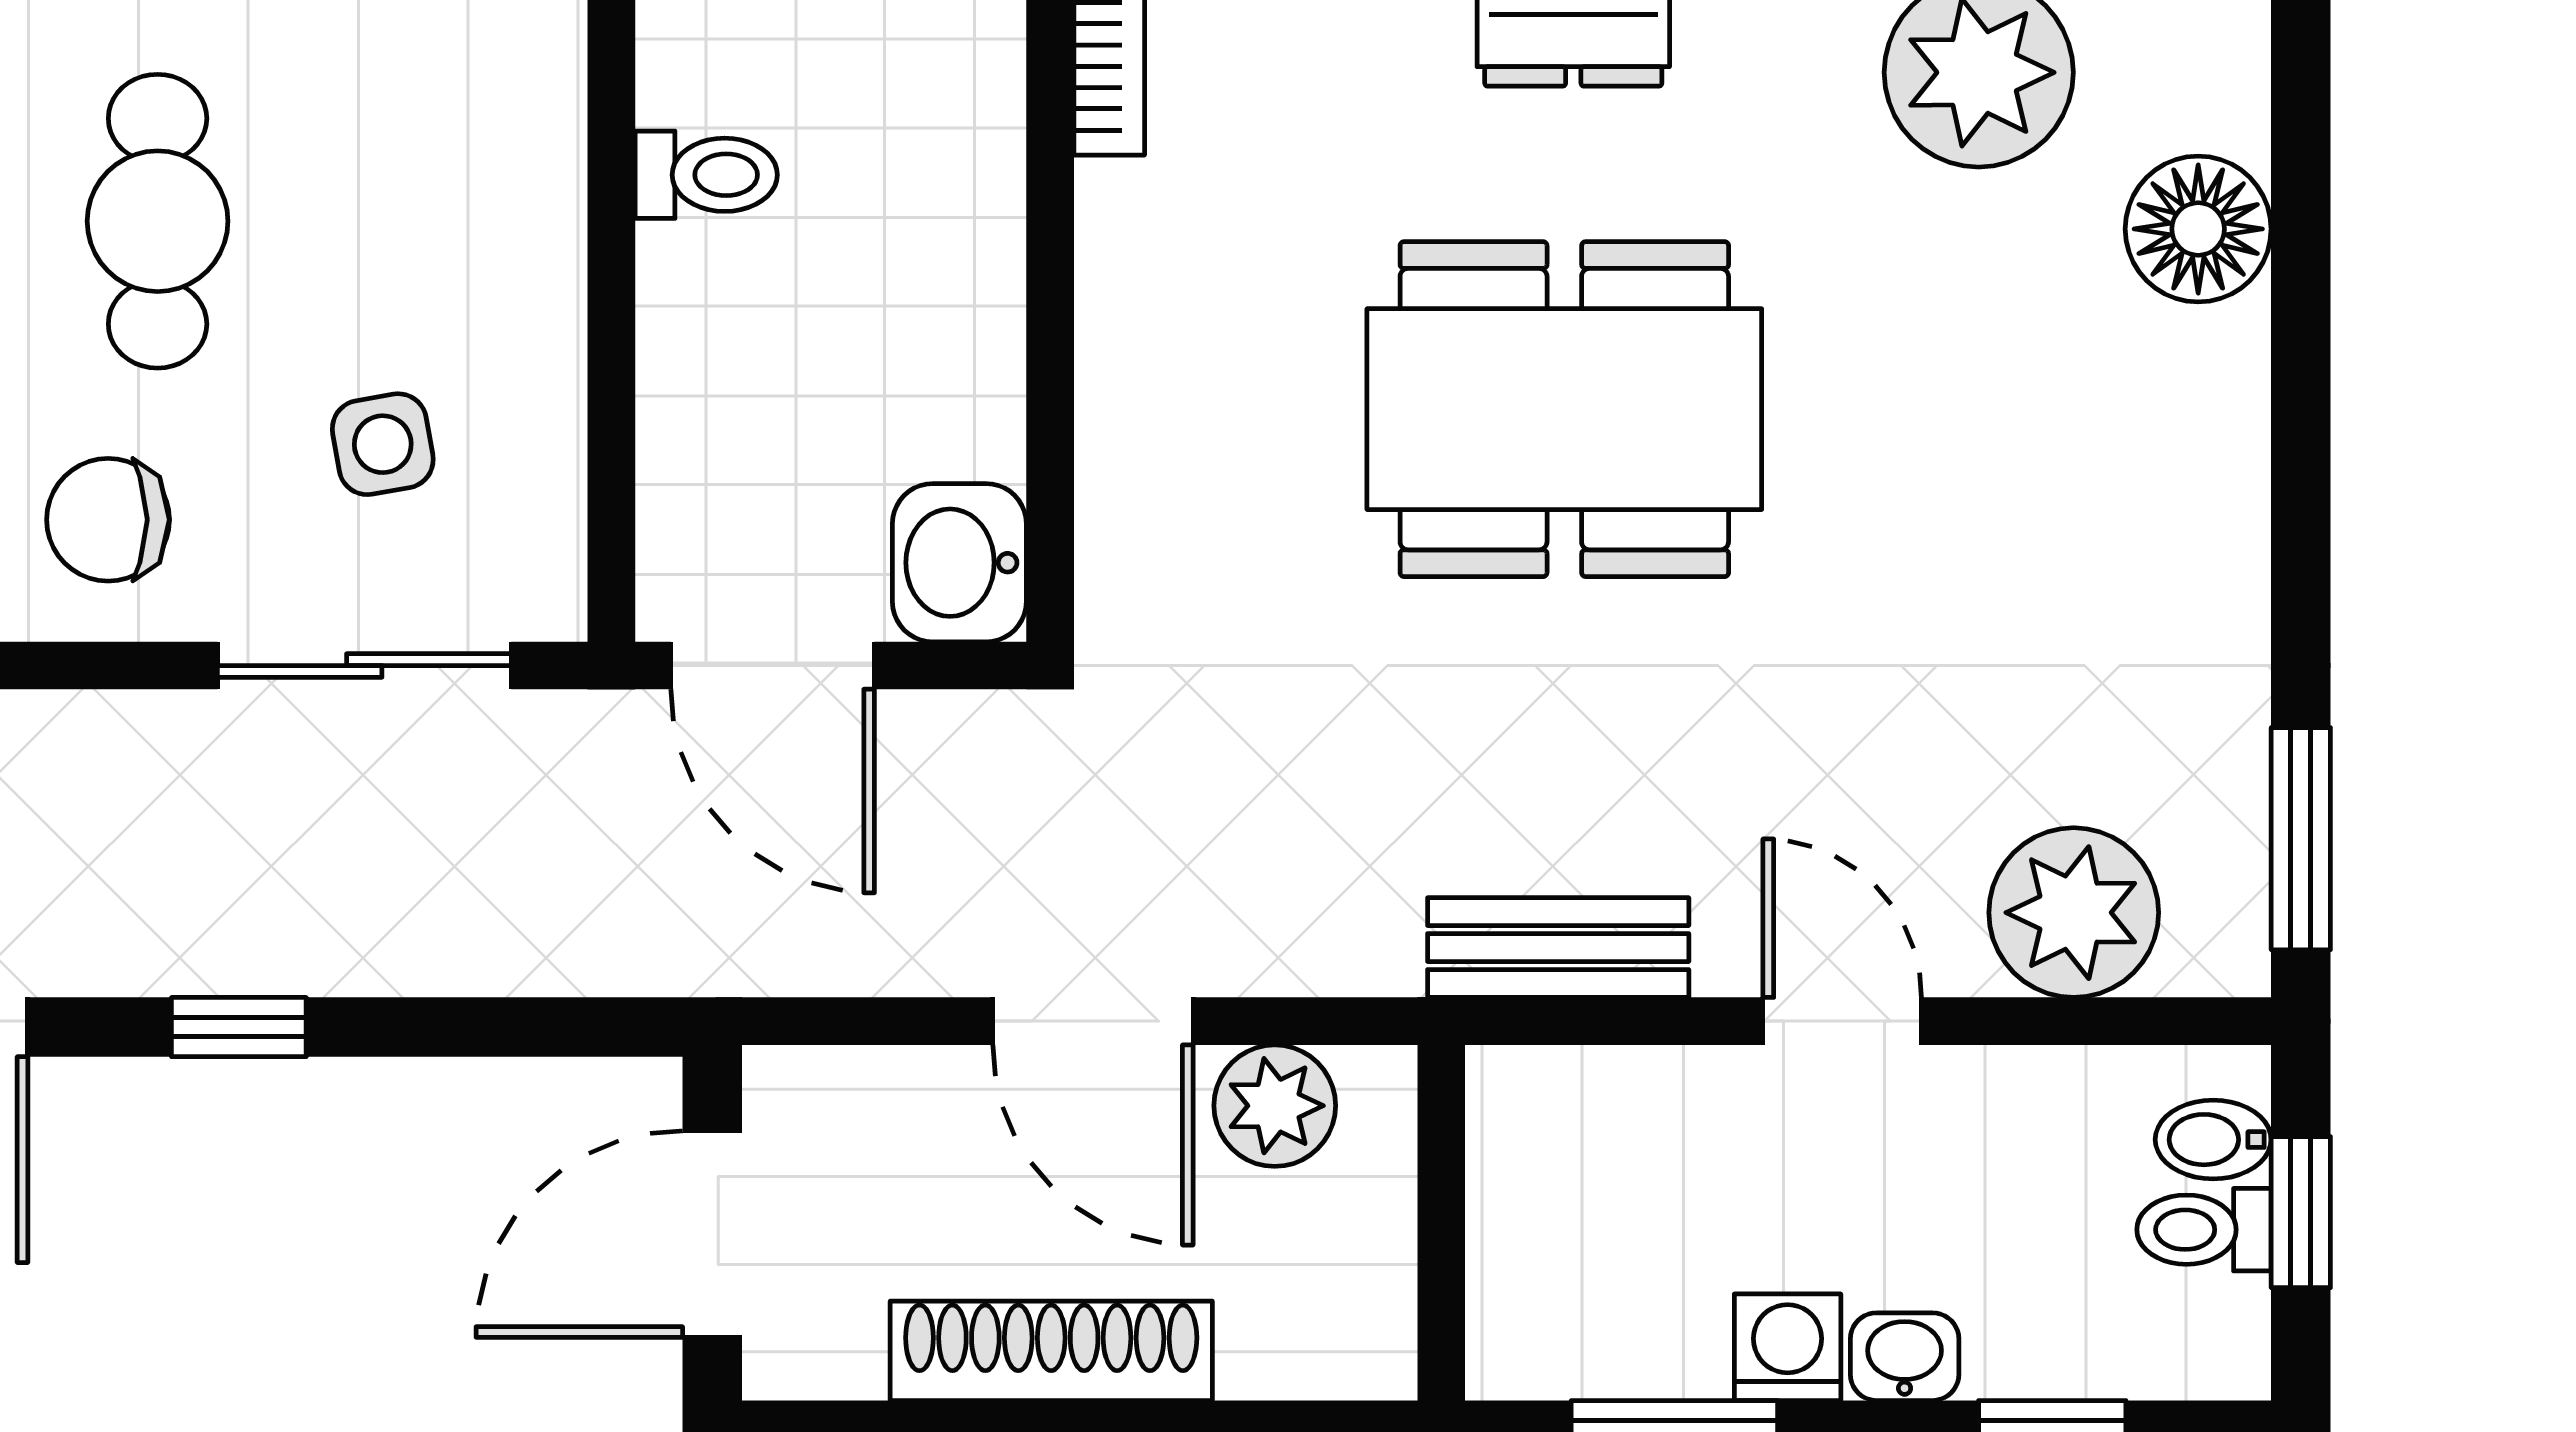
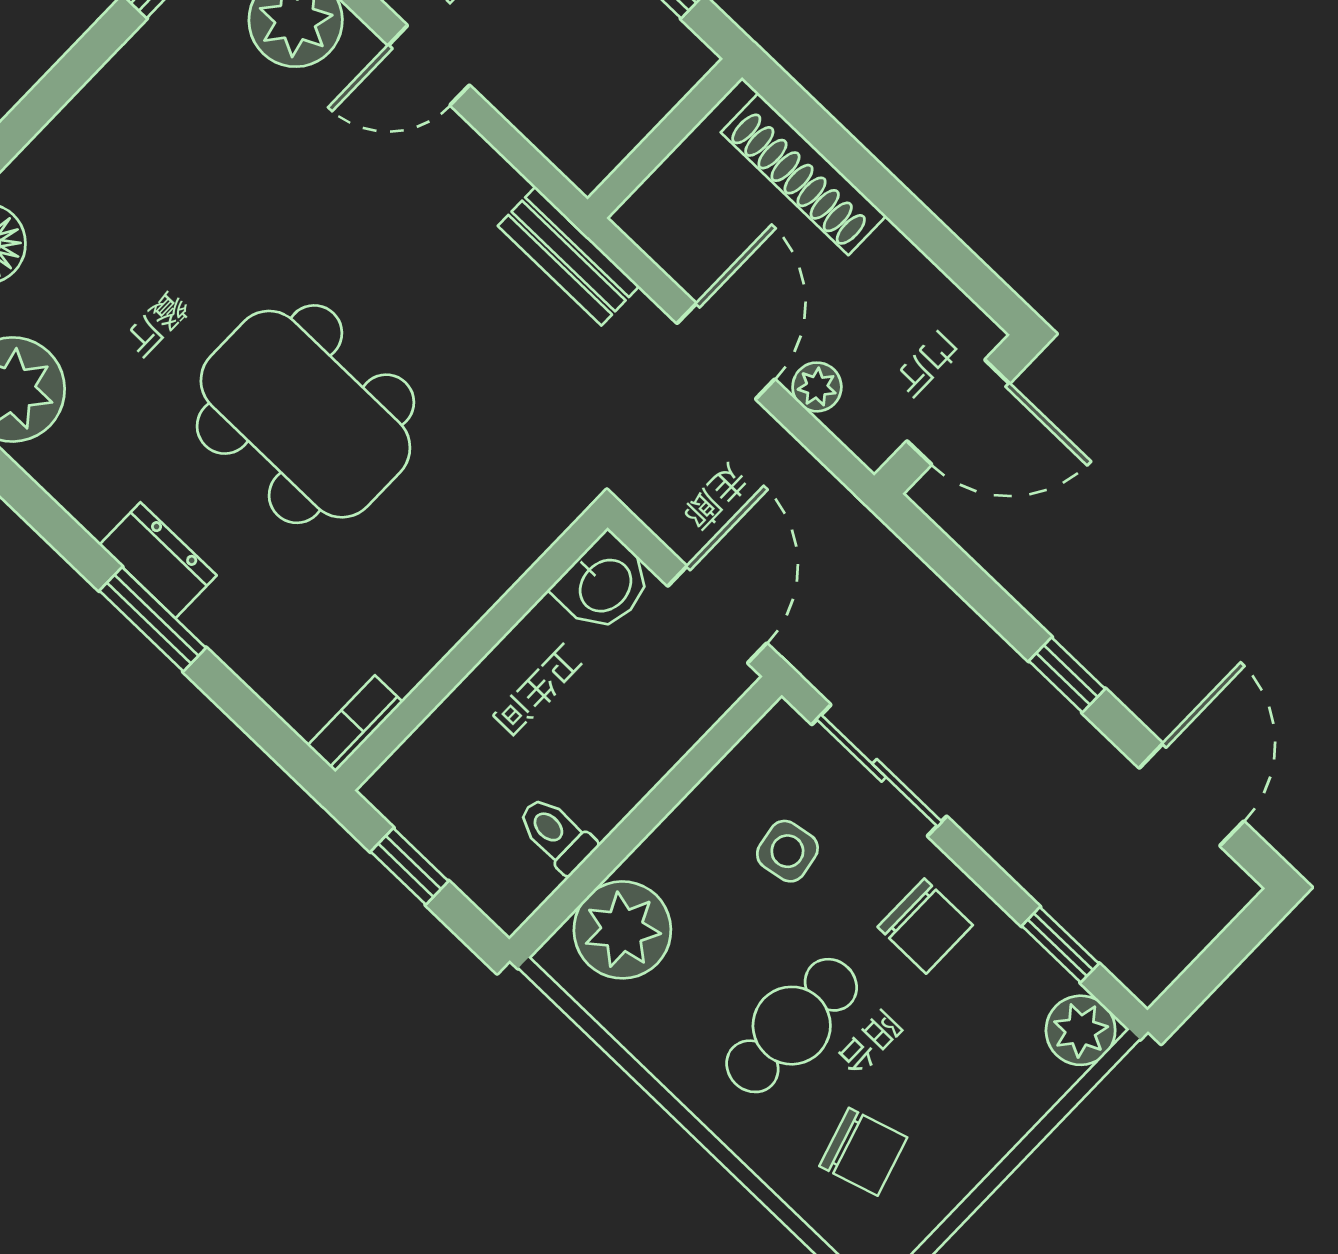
plant: (500, 133) -> (622, 930), added
bench: (1558, 948) -> (569, 256), moved
door: (1842, 1021) -> (429, 65), hinge flipped
plant: (1275, 1106) -> (817, 387), moved, width x0.73, depth x0.73
shoe rack: (1051, 1351) -> (803, 174), moved

